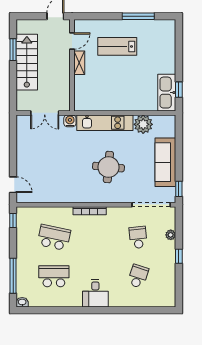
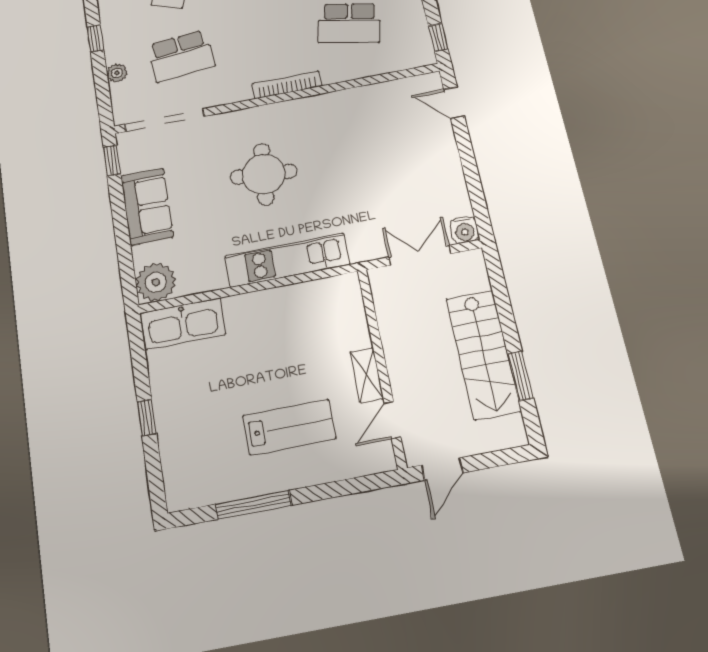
window: (179, 90) -> (147, 417), moved
kitchen sink: (167, 93) -> (183, 324), moved, turned 90
water cooler: (70, 121) -> (464, 230), moved
plant: (143, 124) -> (156, 282), moved
sofa: (165, 162) -> (147, 206), width x0.73
school desk: (138, 237) -> (181, 56), width x1.85

